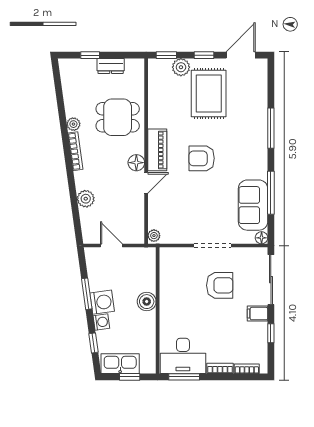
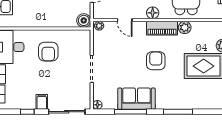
plant: (156, 119) -> (185, 27), added
door: (146, 183) -> (125, 20), moved
sofa: (253, 205) -> (137, 99), moved
armchair: (220, 285) -> (48, 52), moved
boiler: (147, 302) -> (84, 20), moved

